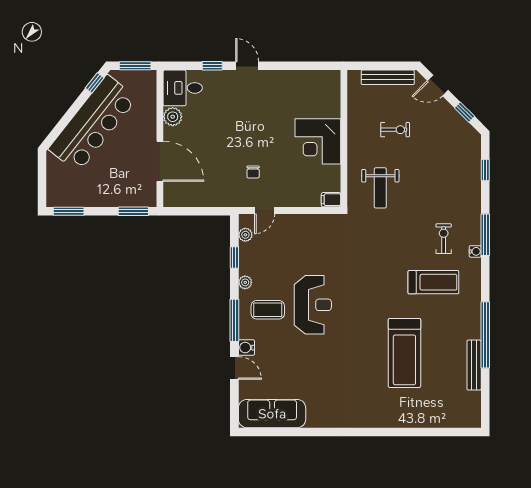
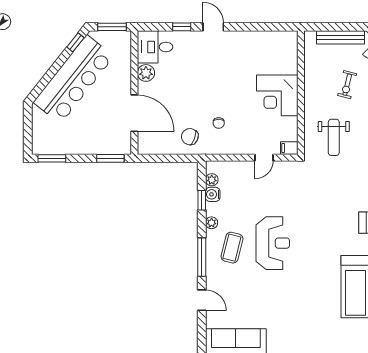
exercise bike: (395, 130) -> (347, 85), turned 104
chair: (221, 187) -> (190, 137), added
door: (265, 210) -> (264, 158), moved
coffee table: (268, 310) -> (232, 248), turned -76
water cooler: (246, 348) -> (213, 194), moved

